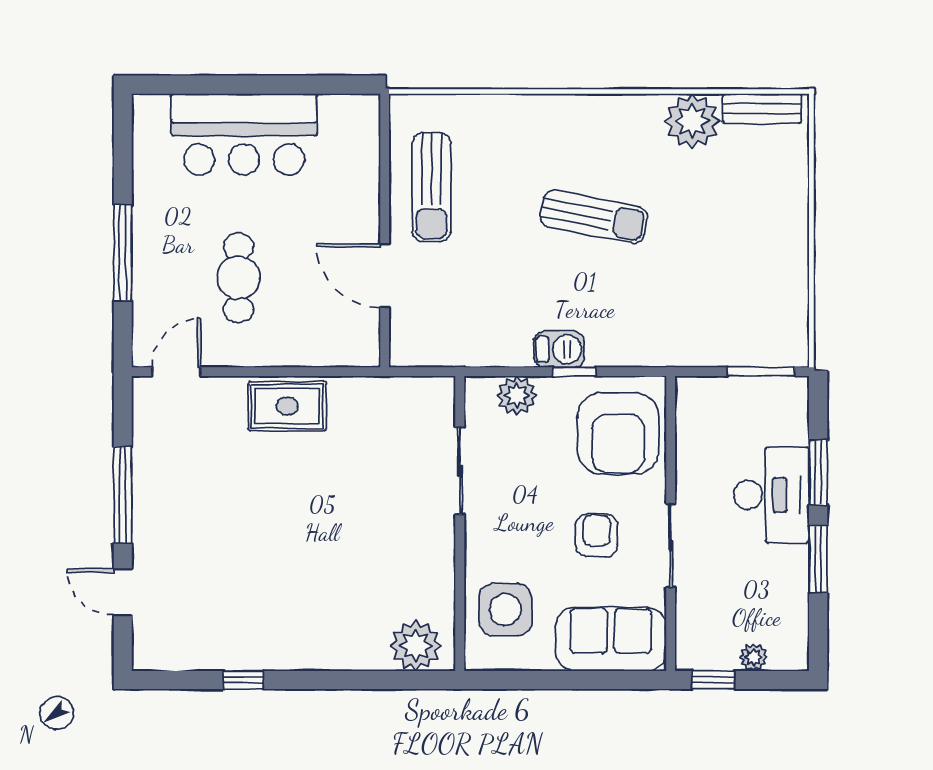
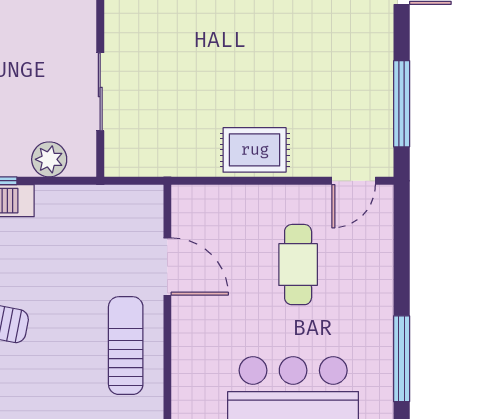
window: (123, 253) -> (402, 359), moved
window: (123, 495) -> (402, 104), moved

